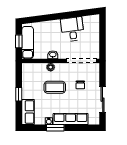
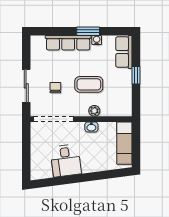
window: (19, 41) -> (136, 144), removed
sliding door: (103, 100) -> (26, 86), moved

